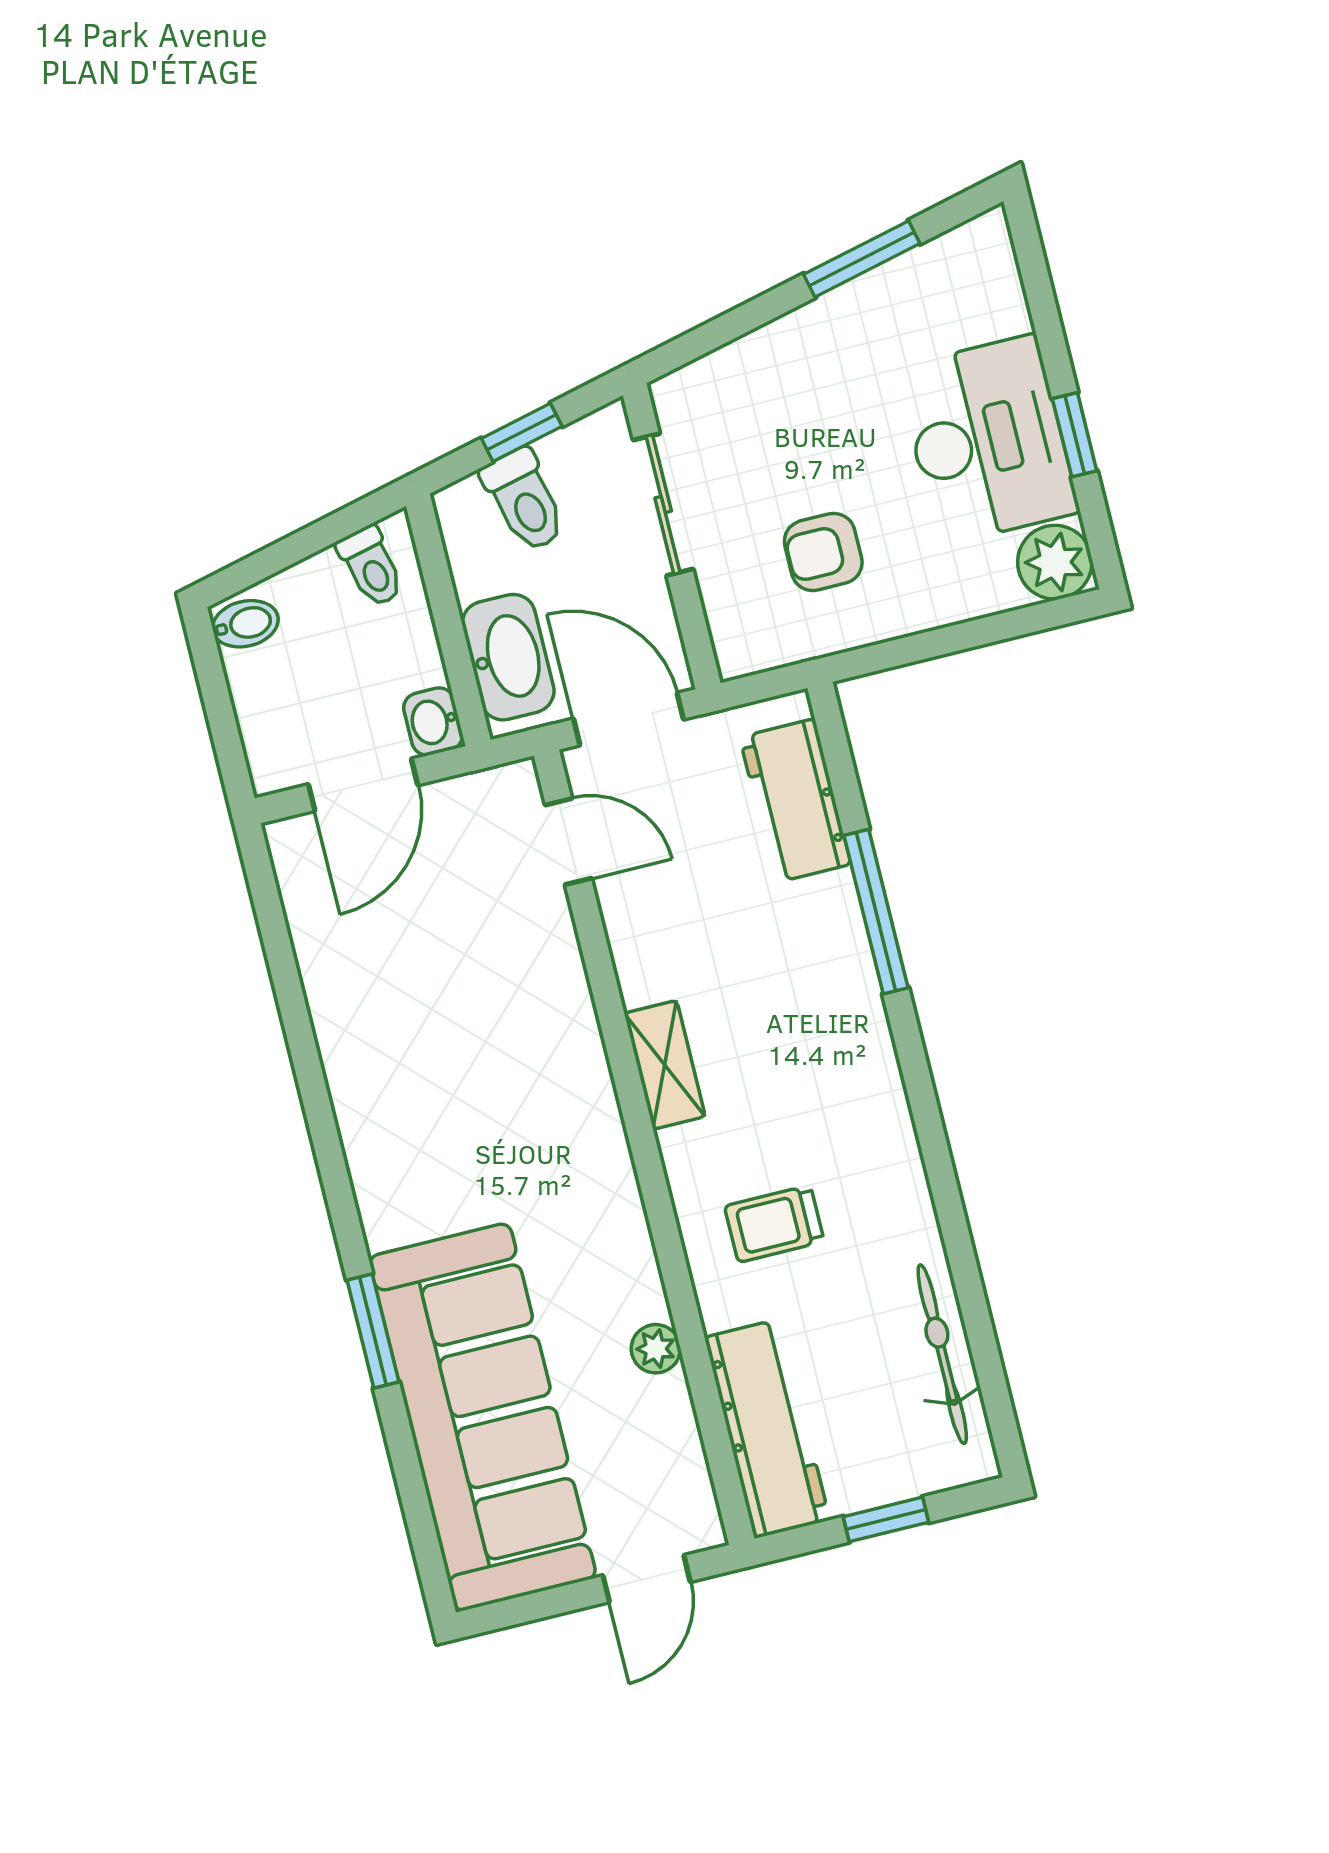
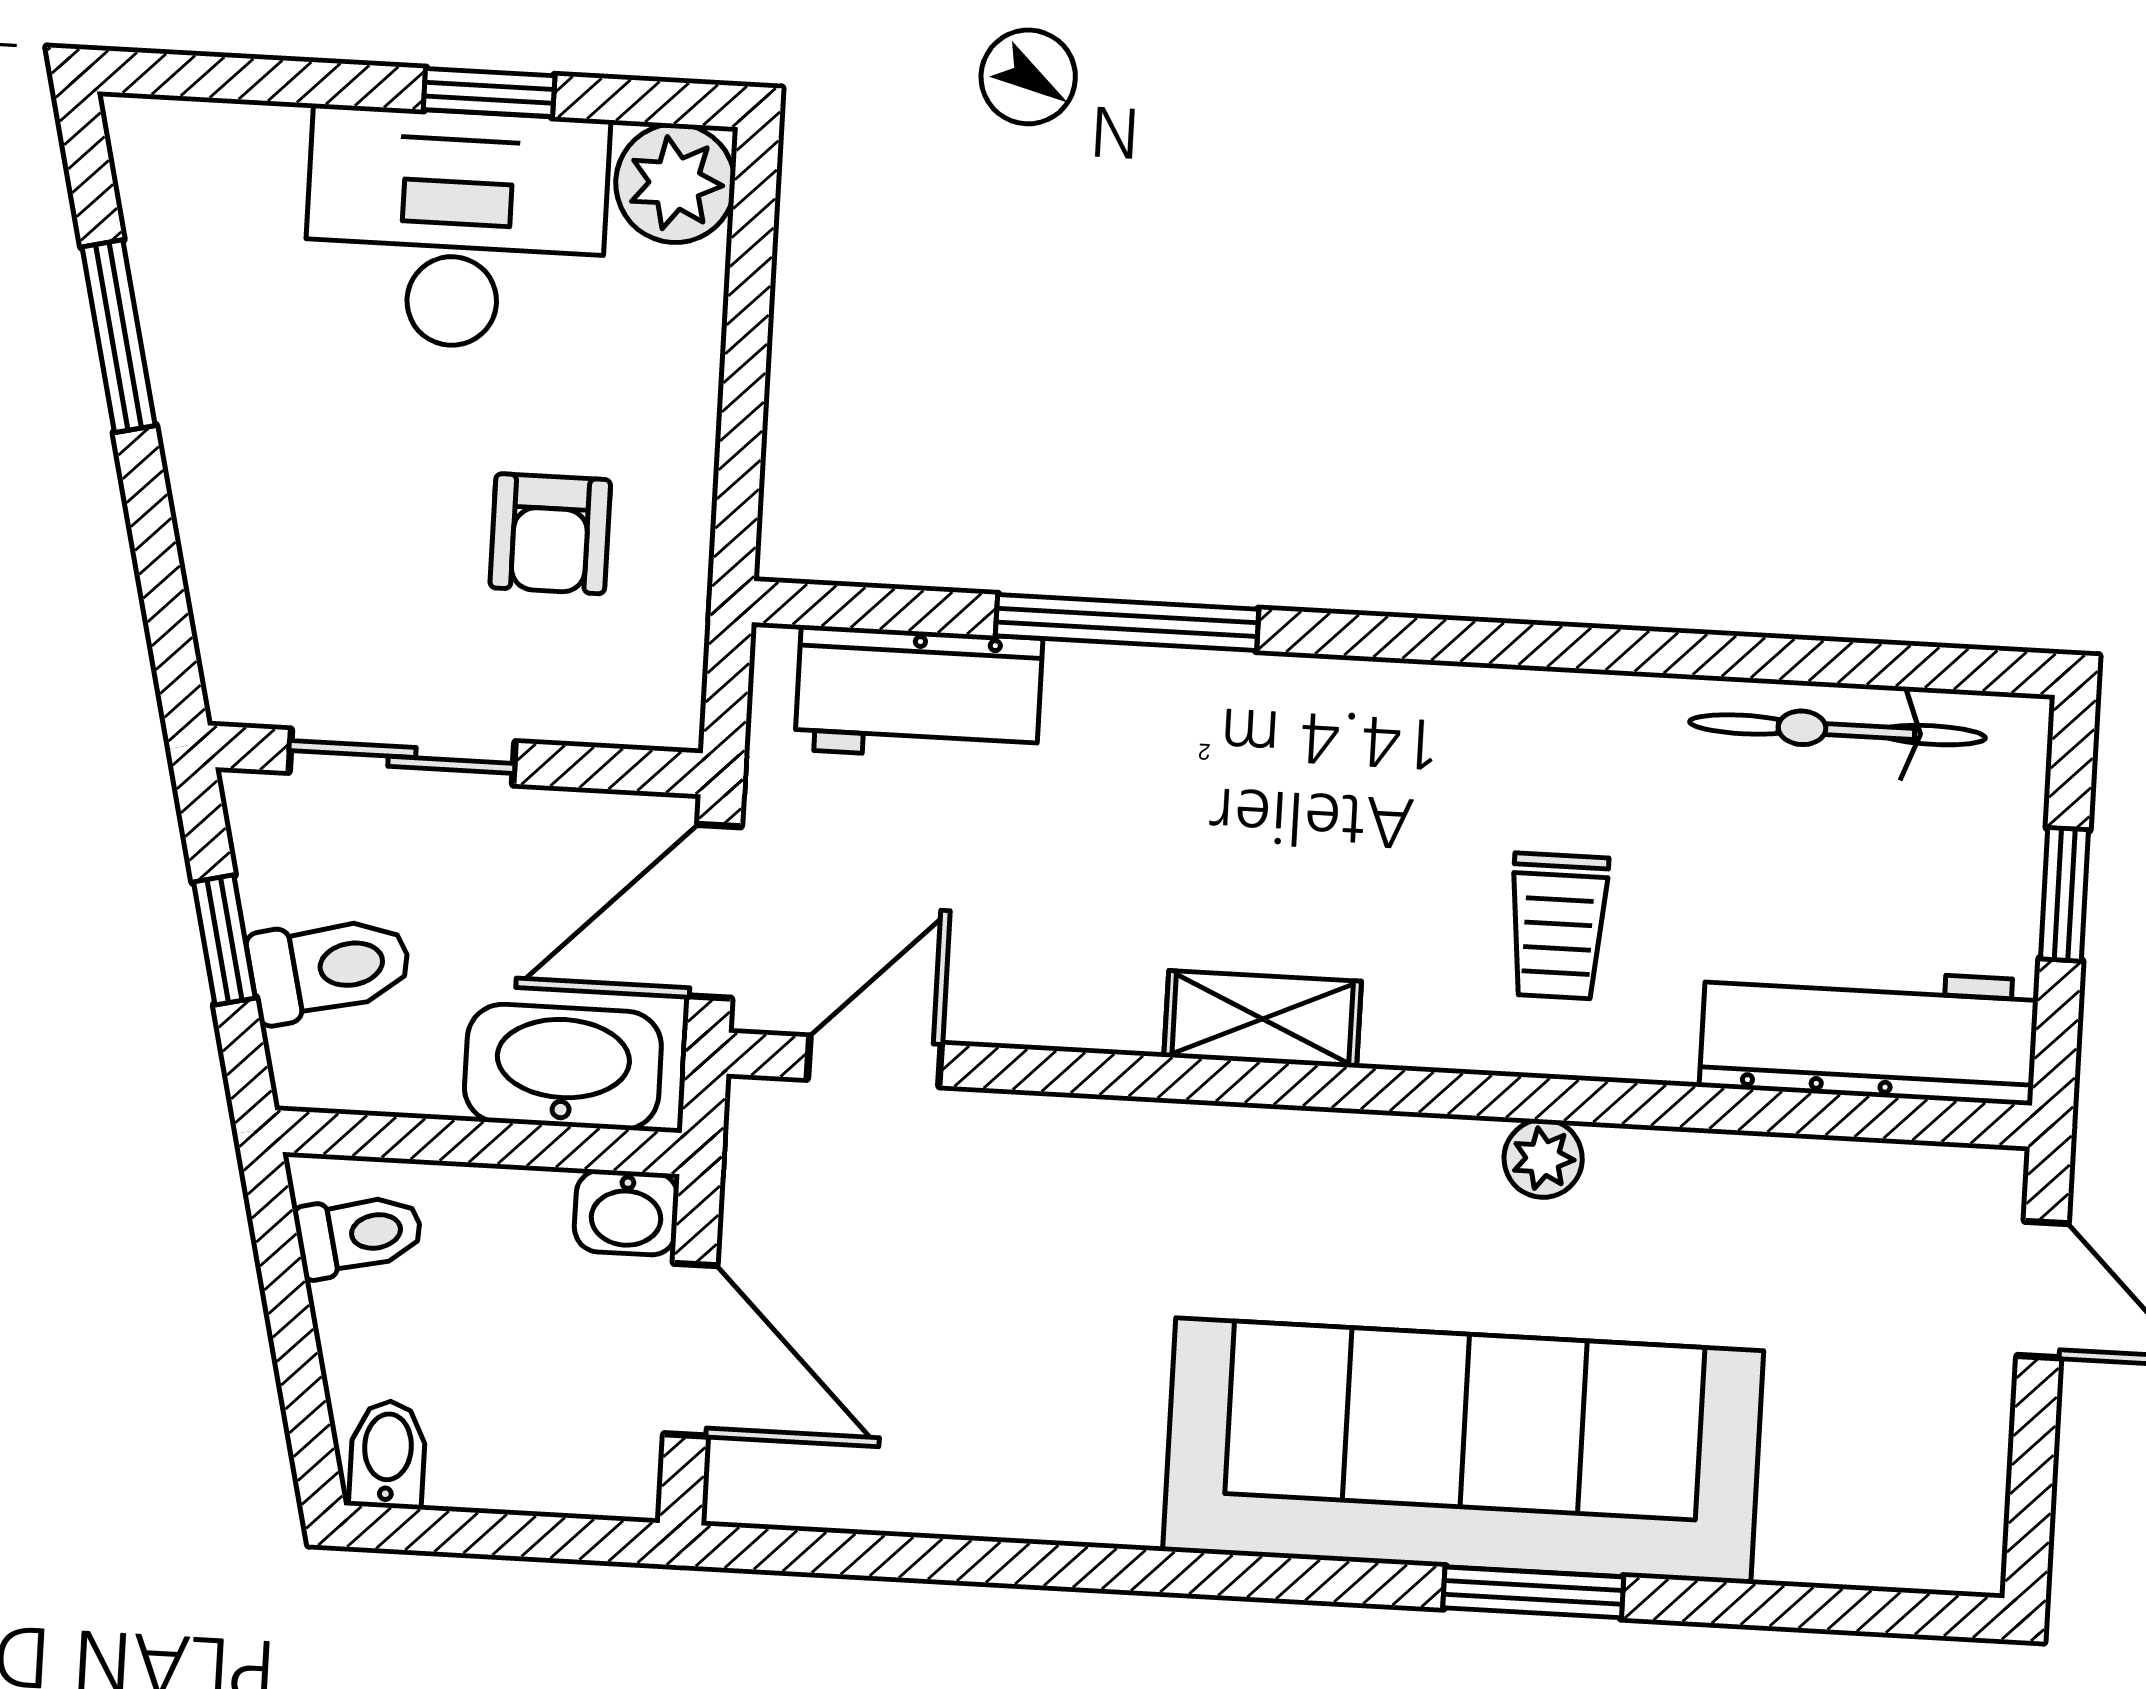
plant: (656, 1349) -> (1543, 1158), moved
sofa: (482, 1417) -> (1463, 1451), moved

